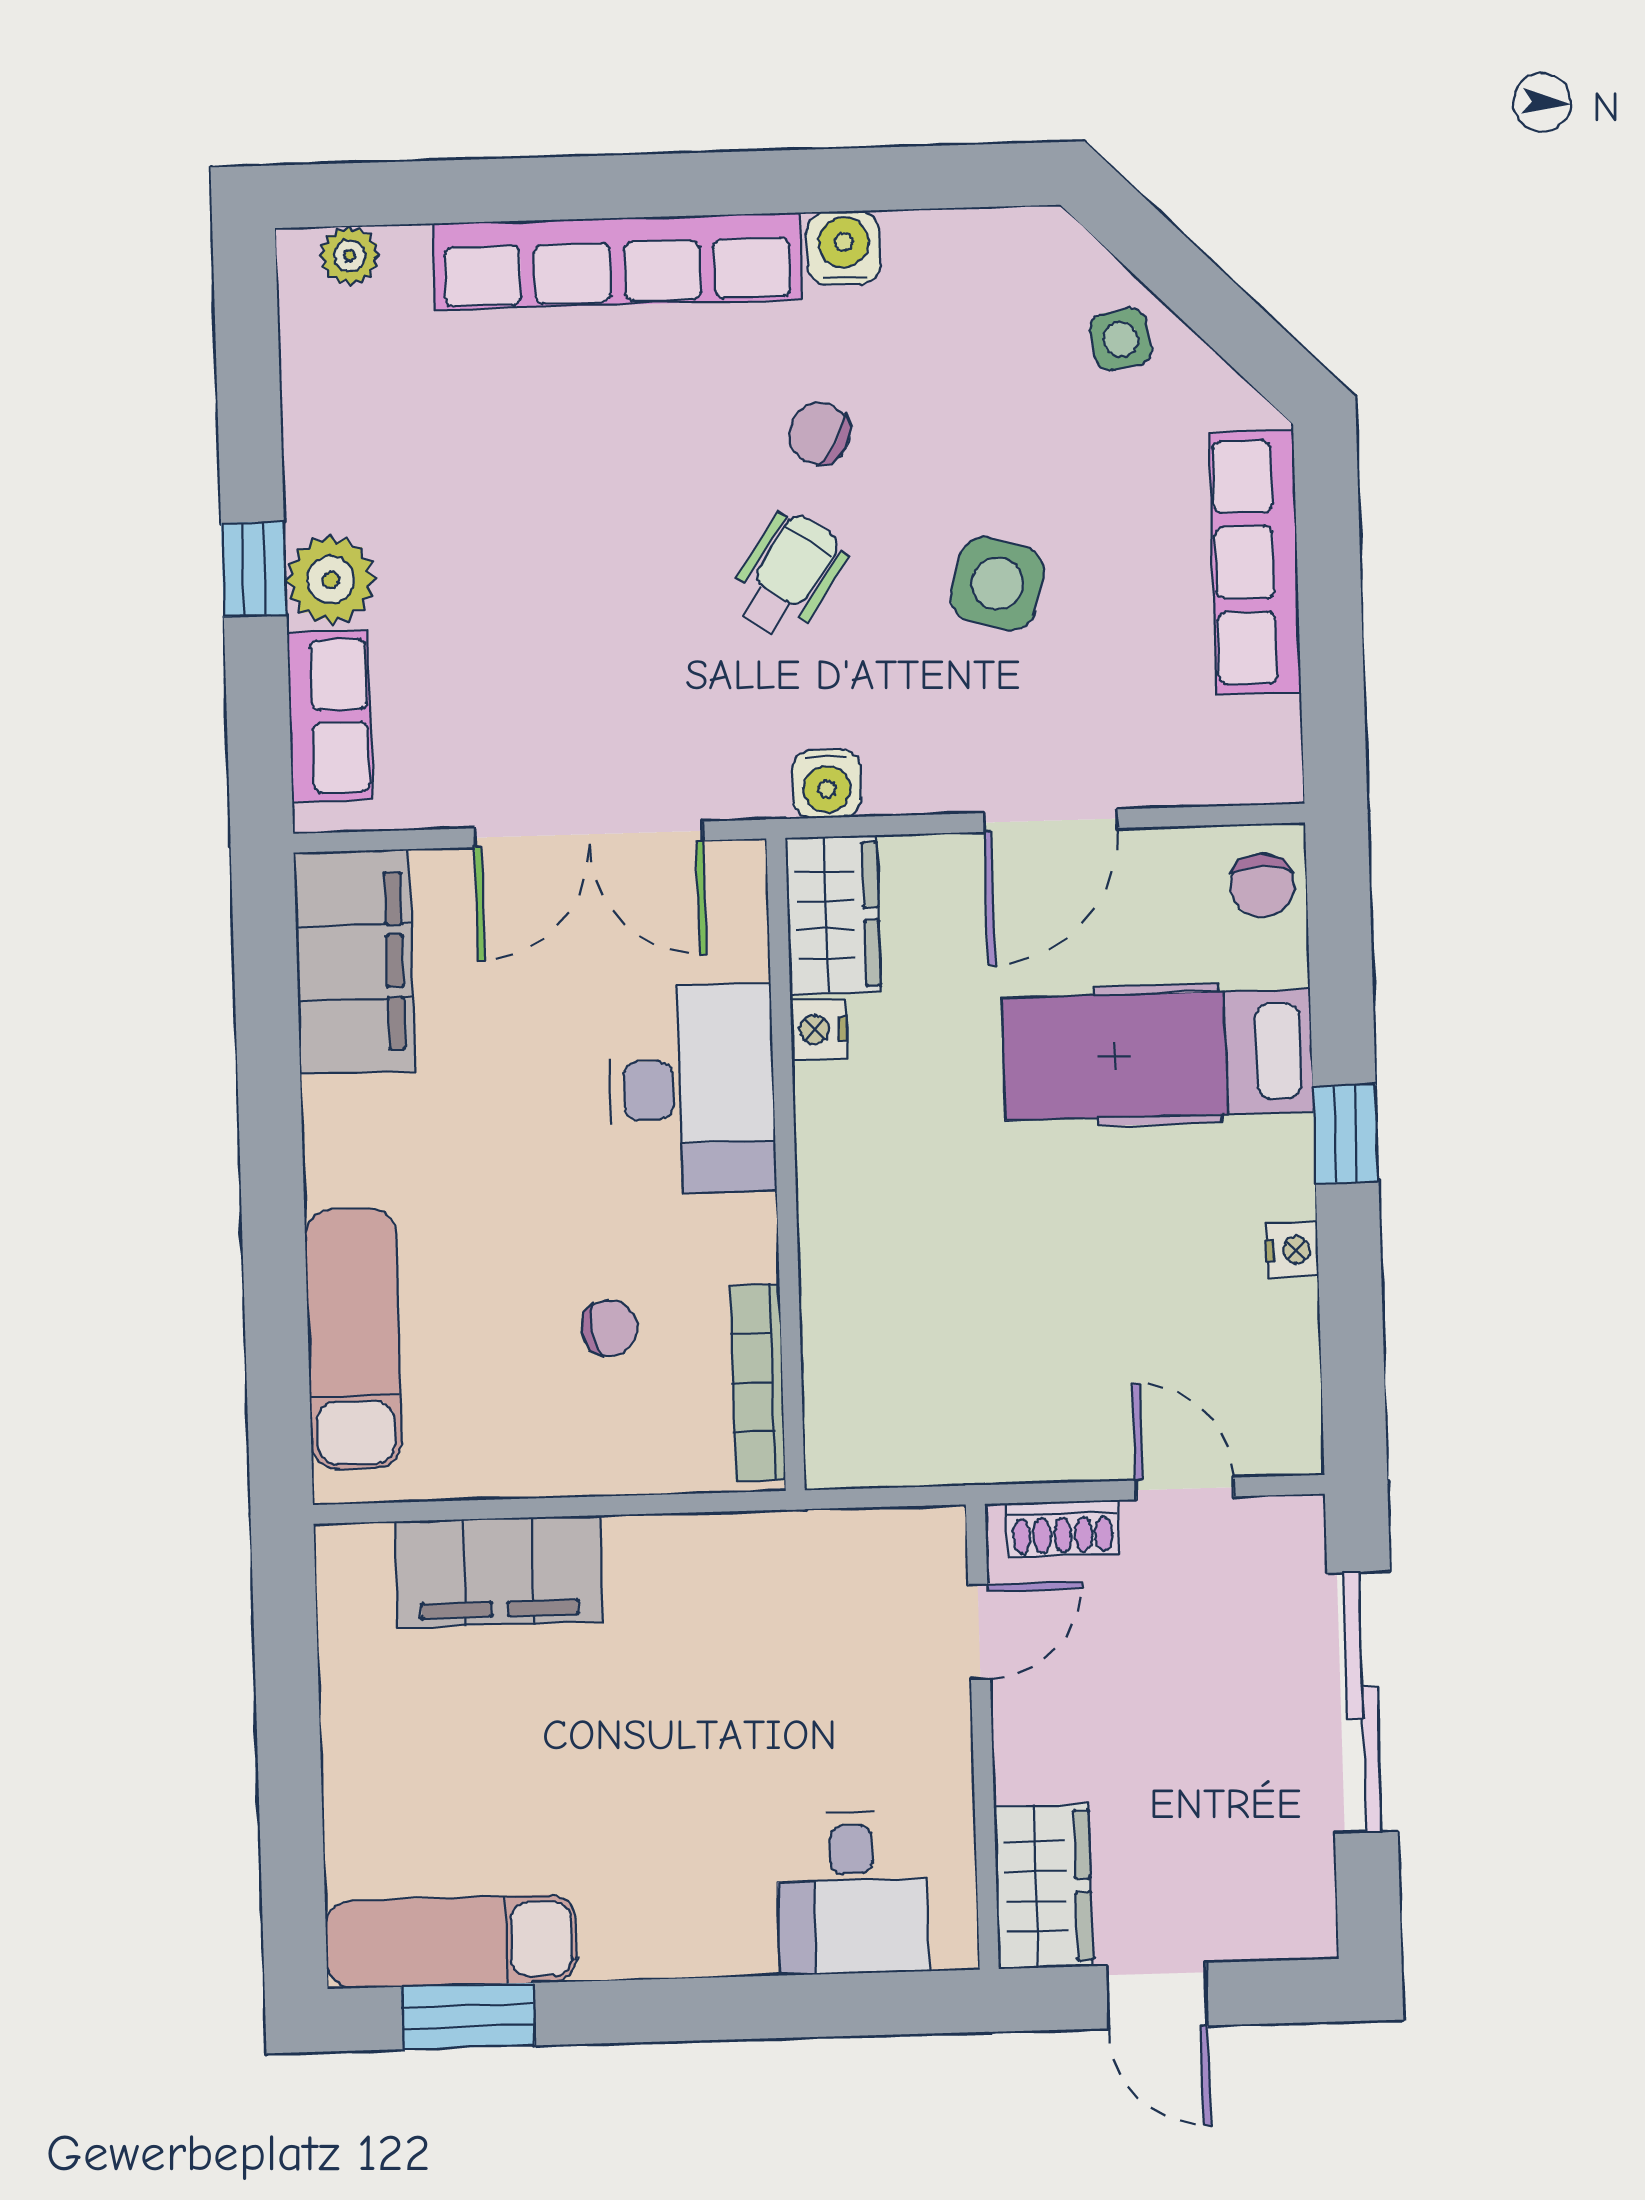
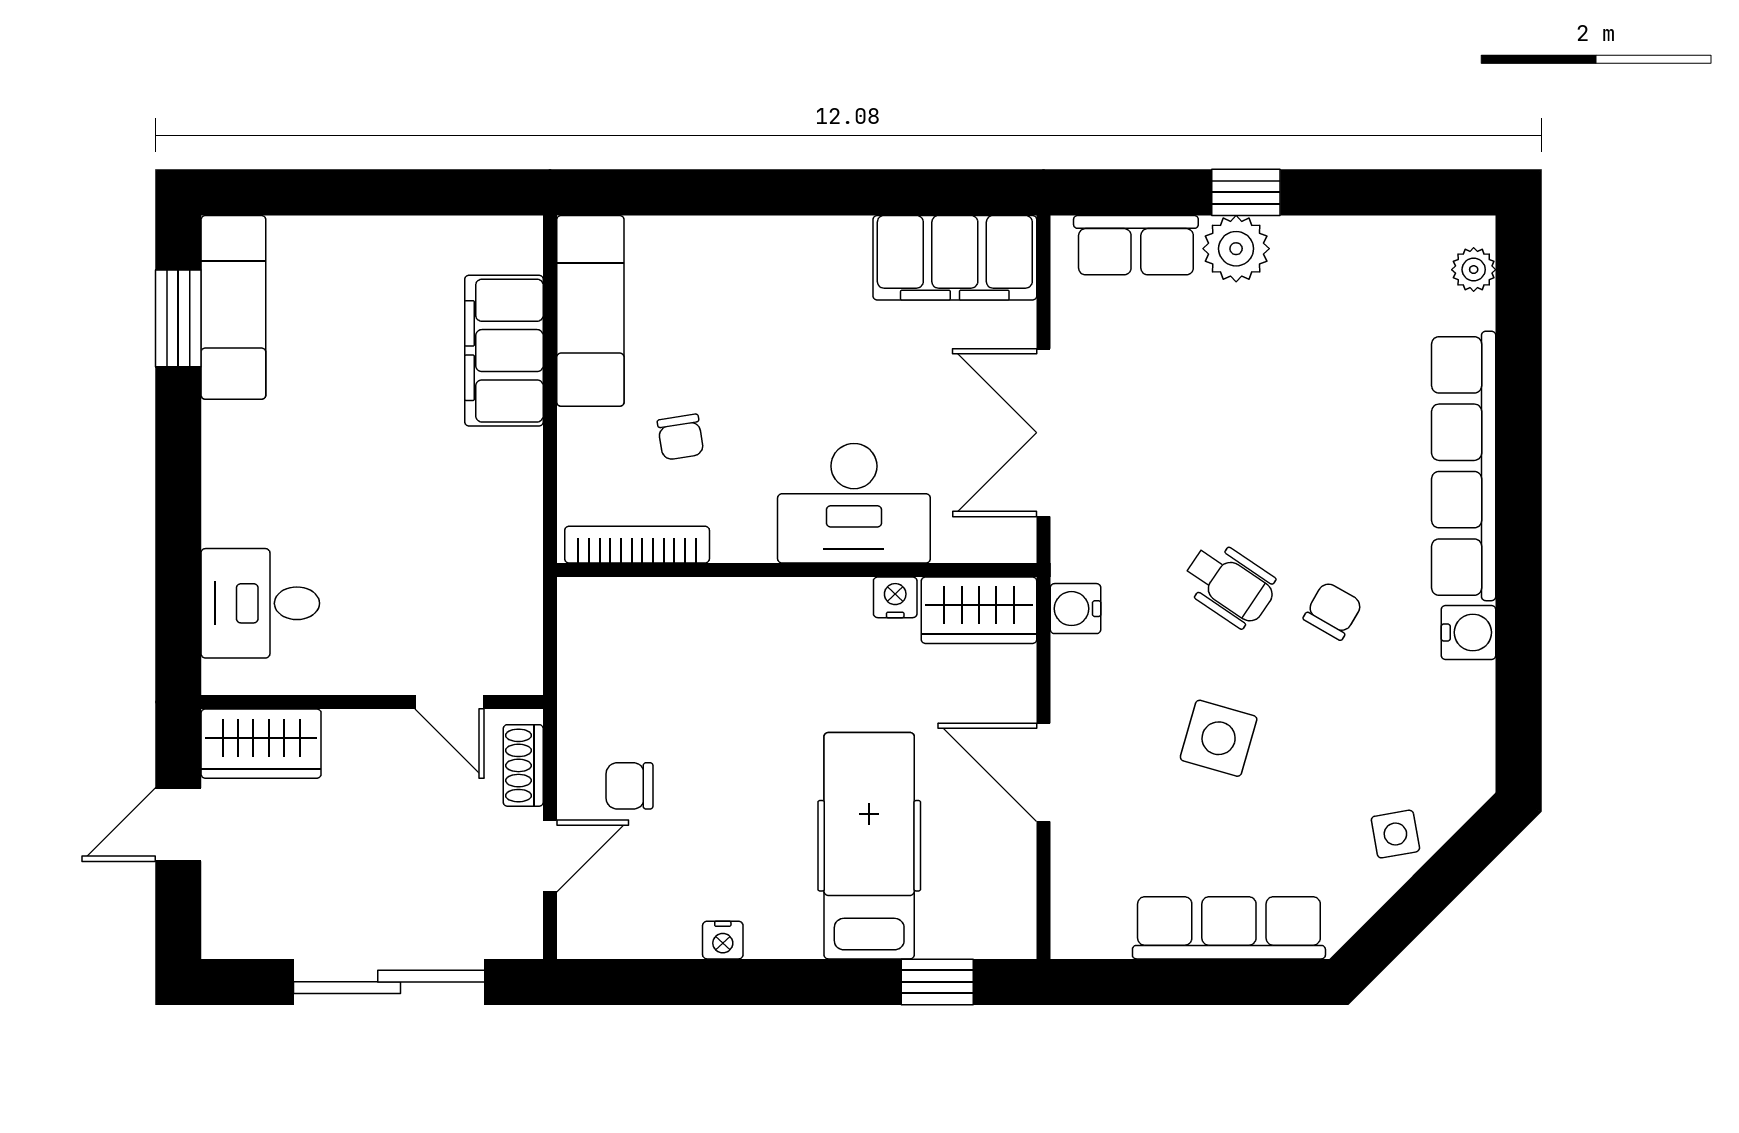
chair: (1262, 885) -> (629, 786), moved
window: (1346, 1134) -> (937, 982), moved
exam couch: (354, 1339) -> (590, 311), moved, turned -90

